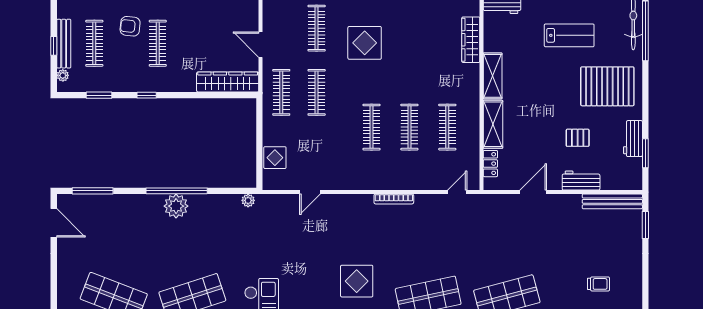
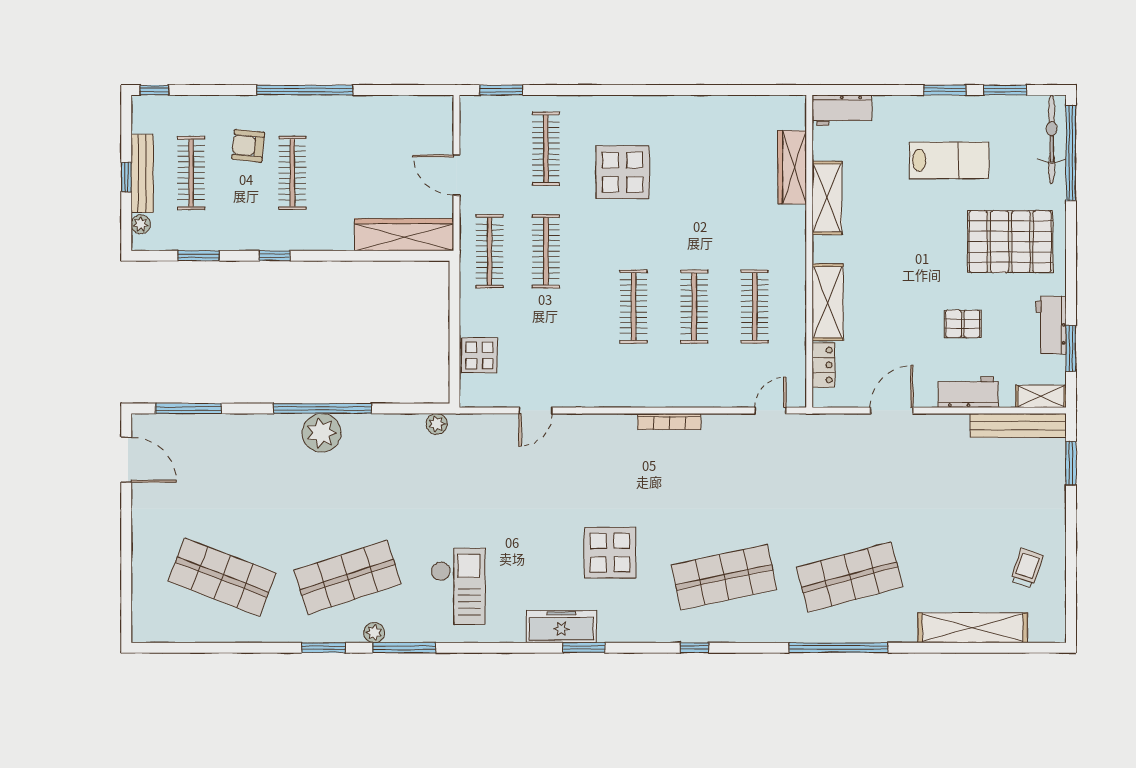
shelving: (493, 76) -> (827, 198), moved
shelving: (627, 183) -> (1041, 396), added
trolley: (599, 284) -> (1027, 568), moved, turned -72

